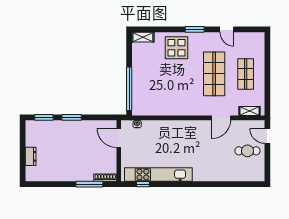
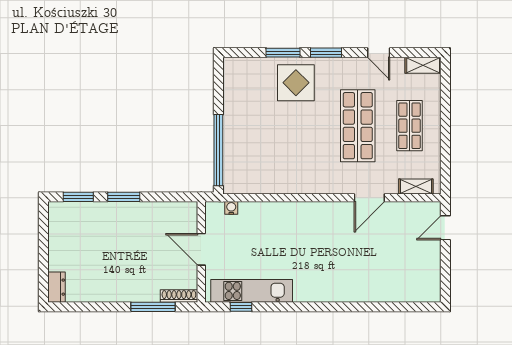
window: (169, 29) -> (283, 53), added
shelving: (143, 37) -> (423, 65), moved
door: (267, 136) -> (445, 228), hinge flipped
door: (119, 138) -> (201, 249), moved
cafe table: (247, 151) -> (413, 252), removed
dresser: (31, 156) -> (57, 287), moved
kitchen unit: (158, 175) -> (252, 291), width x0.73

